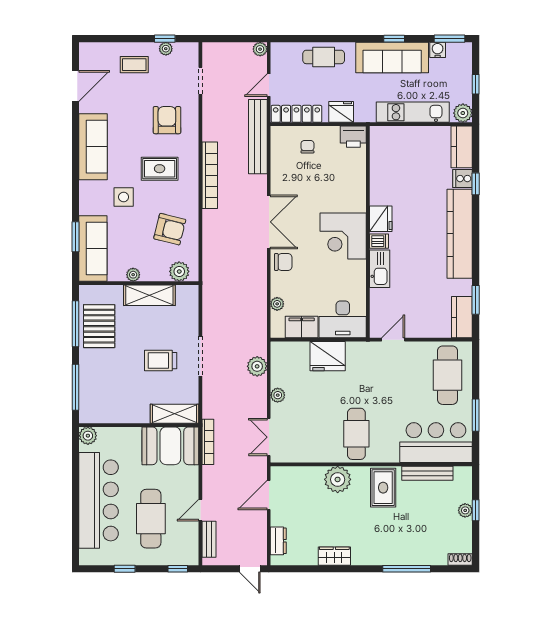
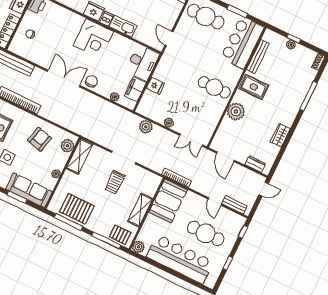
shelving: (149, 295) -> (80, 156), moved
fridge: (328, 356) -> (155, 86), width x0.53, depth x0.75
pallet: (92, 403) -> (120, 235), added
shelving: (175, 414) -> (140, 210), moved

